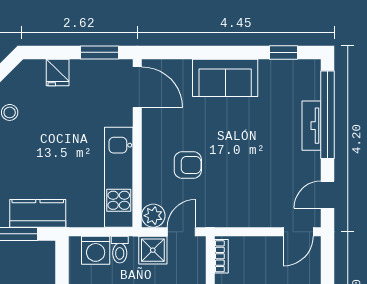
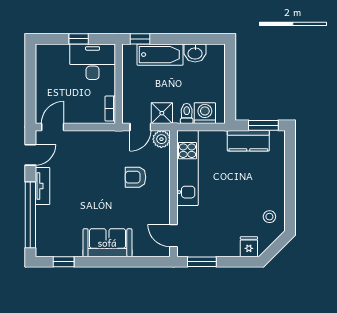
fridge: (58, 72) -> (249, 247), moved
door: (137, 87) -> (174, 236), width x0.73
tv unit: (312, 126) -> (43, 186), moved

